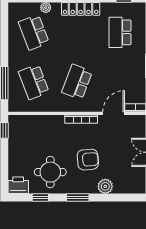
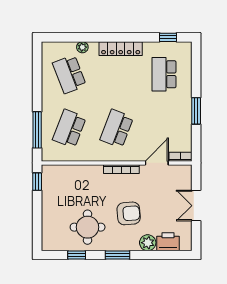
school desk: (34, 82) -> (69, 129), turned 42
printer: (18, 185) -> (168, 242), moved

